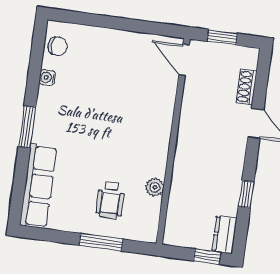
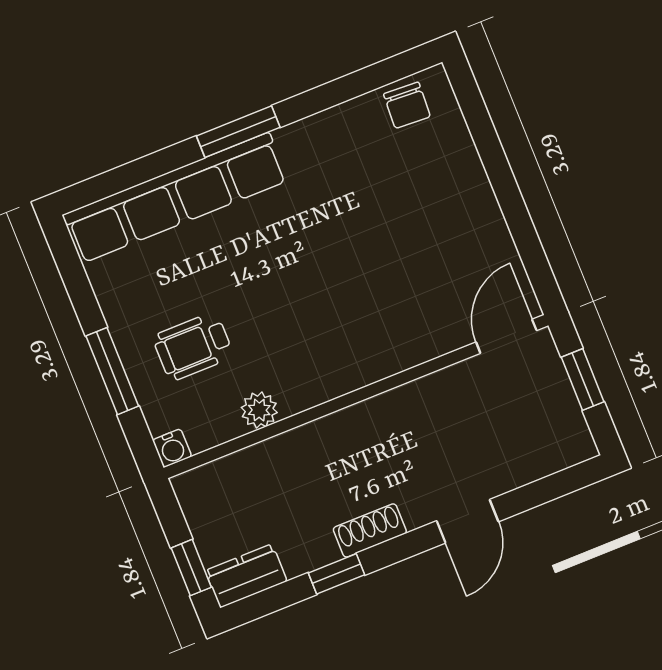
water cooler: (47, 78) -> (172, 448), moved, turned 180
shoe rack: (246, 87) -> (370, 530), moved
row of seats: (38, 186) -> (175, 198), width x1.36

